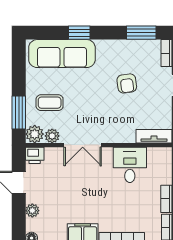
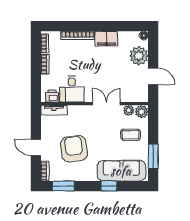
armchair: (127, 83) -> (74, 149), width x1.88, depth x1.88
window: (19, 113) -> (153, 156), moved
printer: (35, 155) -> (52, 96), moved
plant: (32, 211) -> (139, 56), width x1.88, depth x1.88

